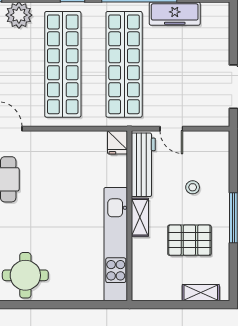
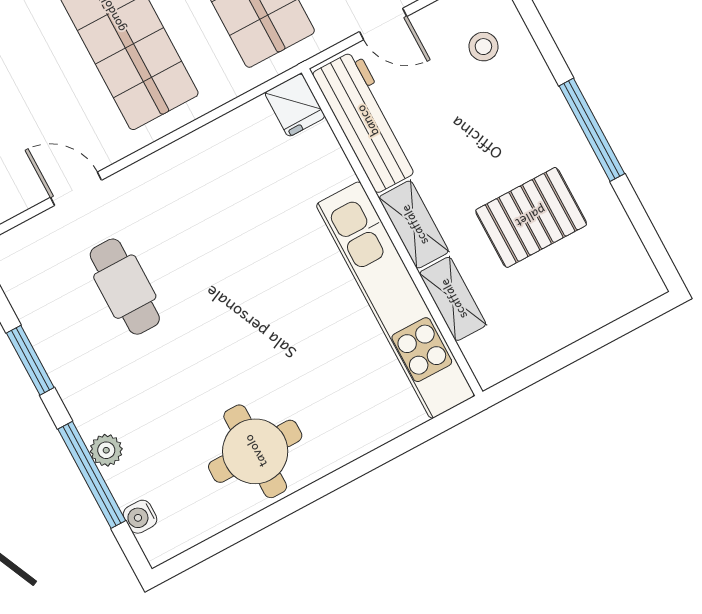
stool: (193, 187) -> (483, 47), moved
shelving: (201, 293) -> (453, 299), moved, turned 90

